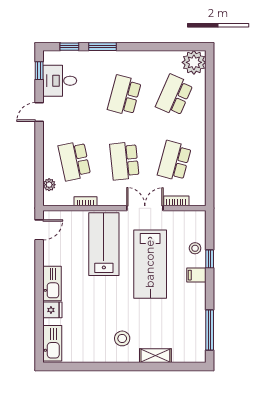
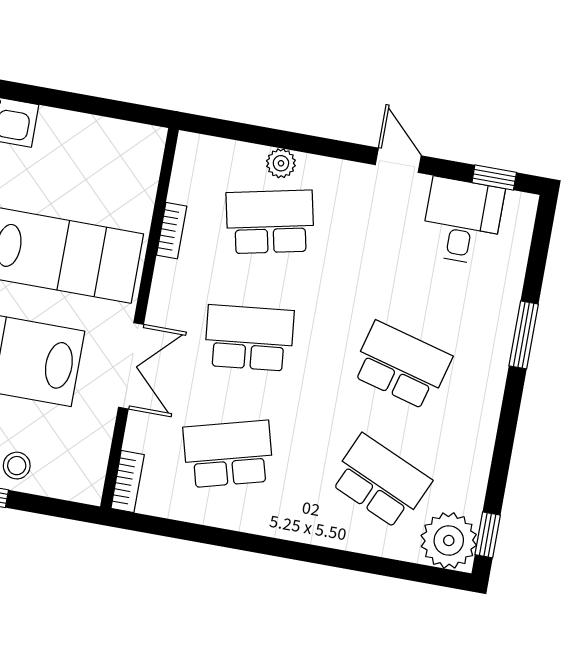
window: (69, 47) -> (488, 535), moved
school desk: (174, 161) -> (228, 454), turned -30
plant: (49, 185) -> (281, 163), moved
bookcase: (176, 201) -> (128, 482), moved
door: (39, 230) -> (125, 111), removed

